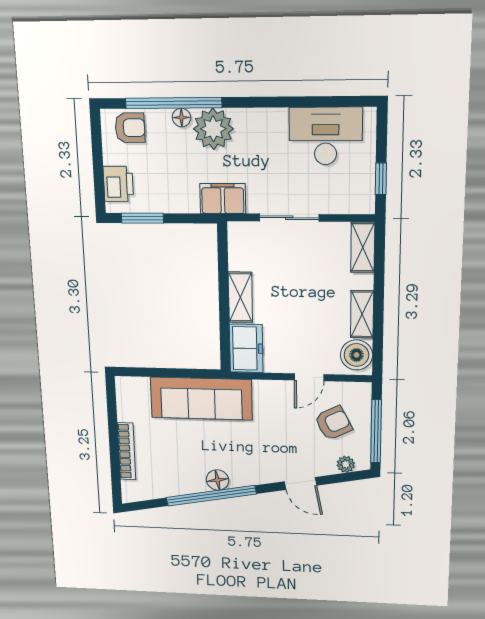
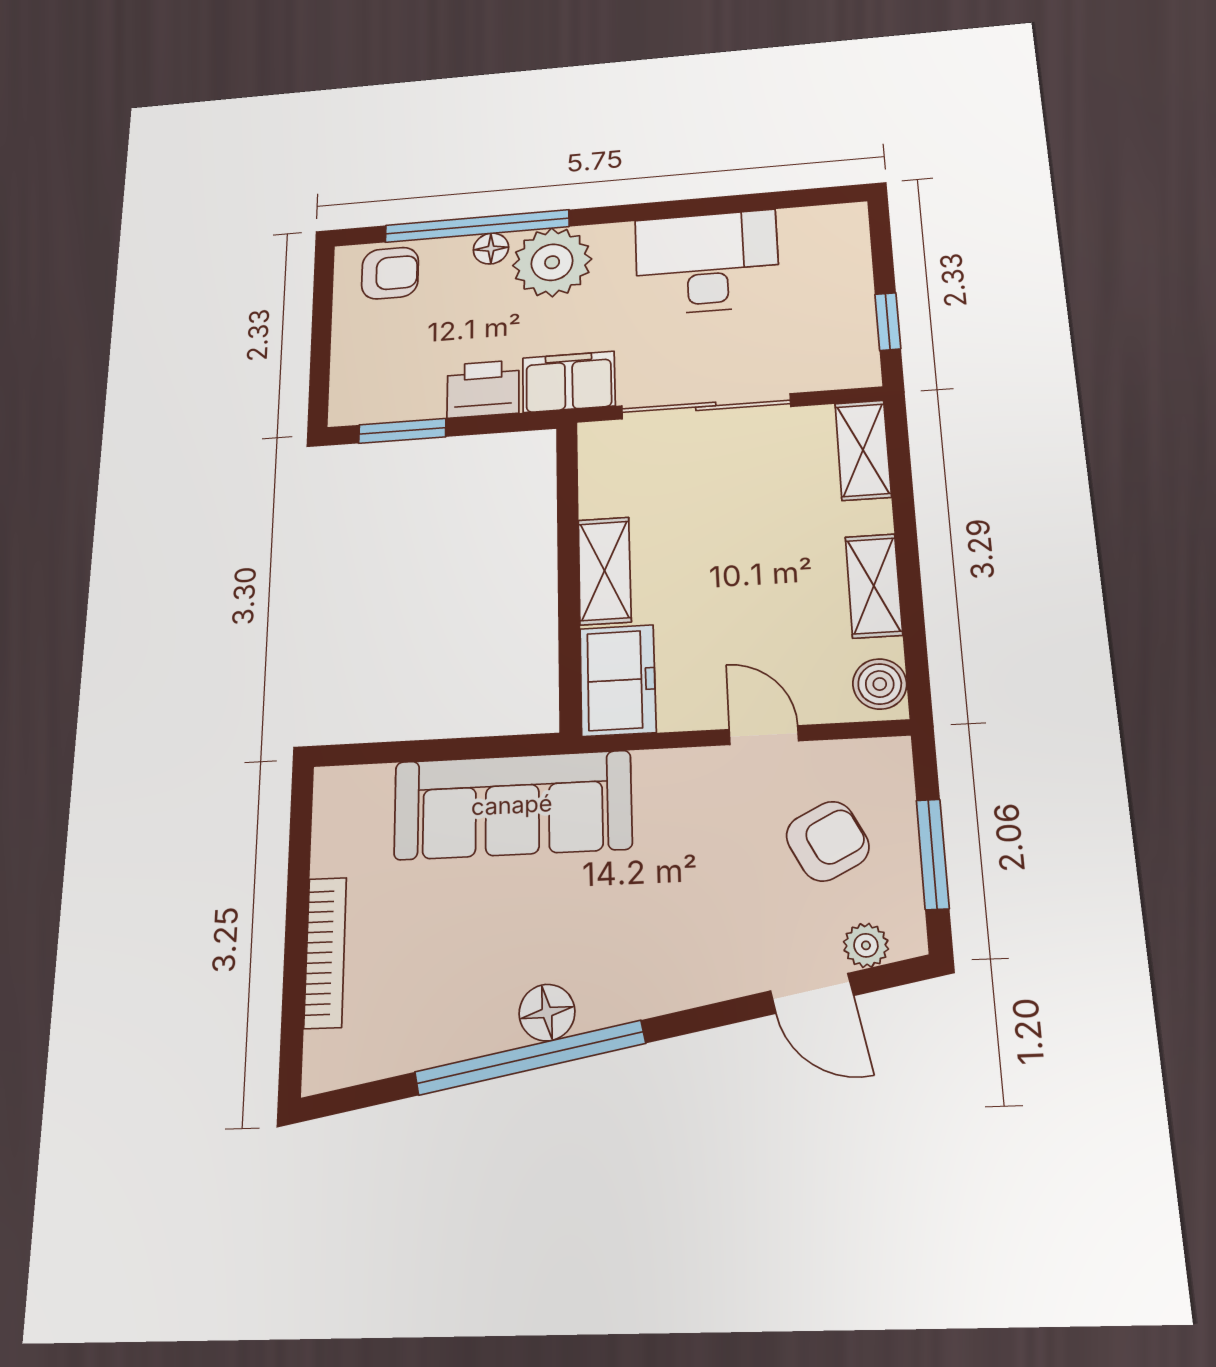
desk: (326, 136) -> (707, 262), moved
printer: (118, 184) -> (483, 389), moved, turned -90
sliding door: (289, 218) -> (706, 406), width x1.37
boiler: (356, 355) -> (880, 684), width x0.73, depth x0.73
door: (309, 377) -> (764, 735), swing flipped
window: (376, 431) -> (933, 854), width x0.69
door: (300, 483) -> (812, 993), moved

